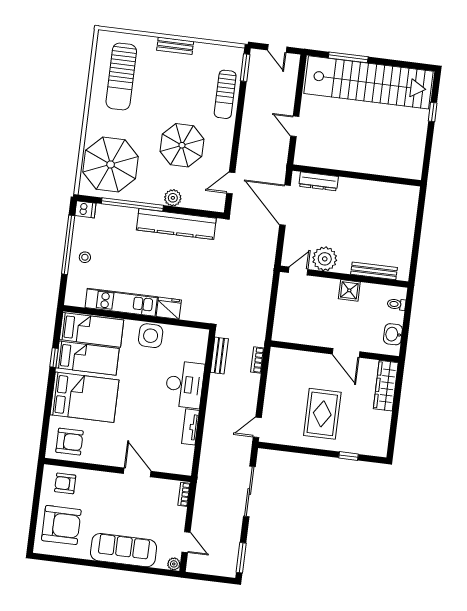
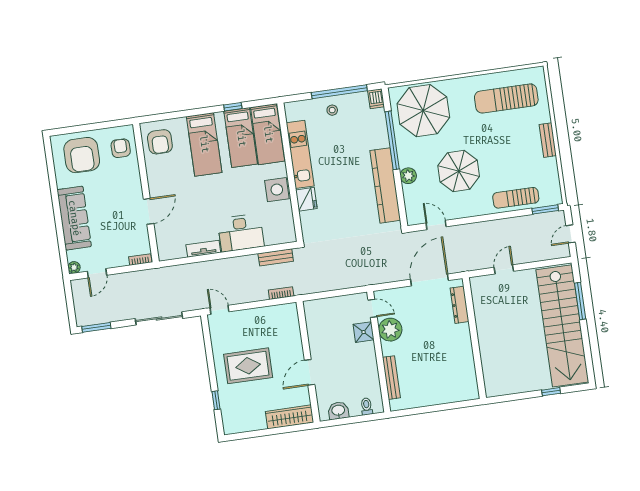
shower: (349, 290) -> (364, 332), moved
bed: (84, 397) -> (204, 144), width x0.67

